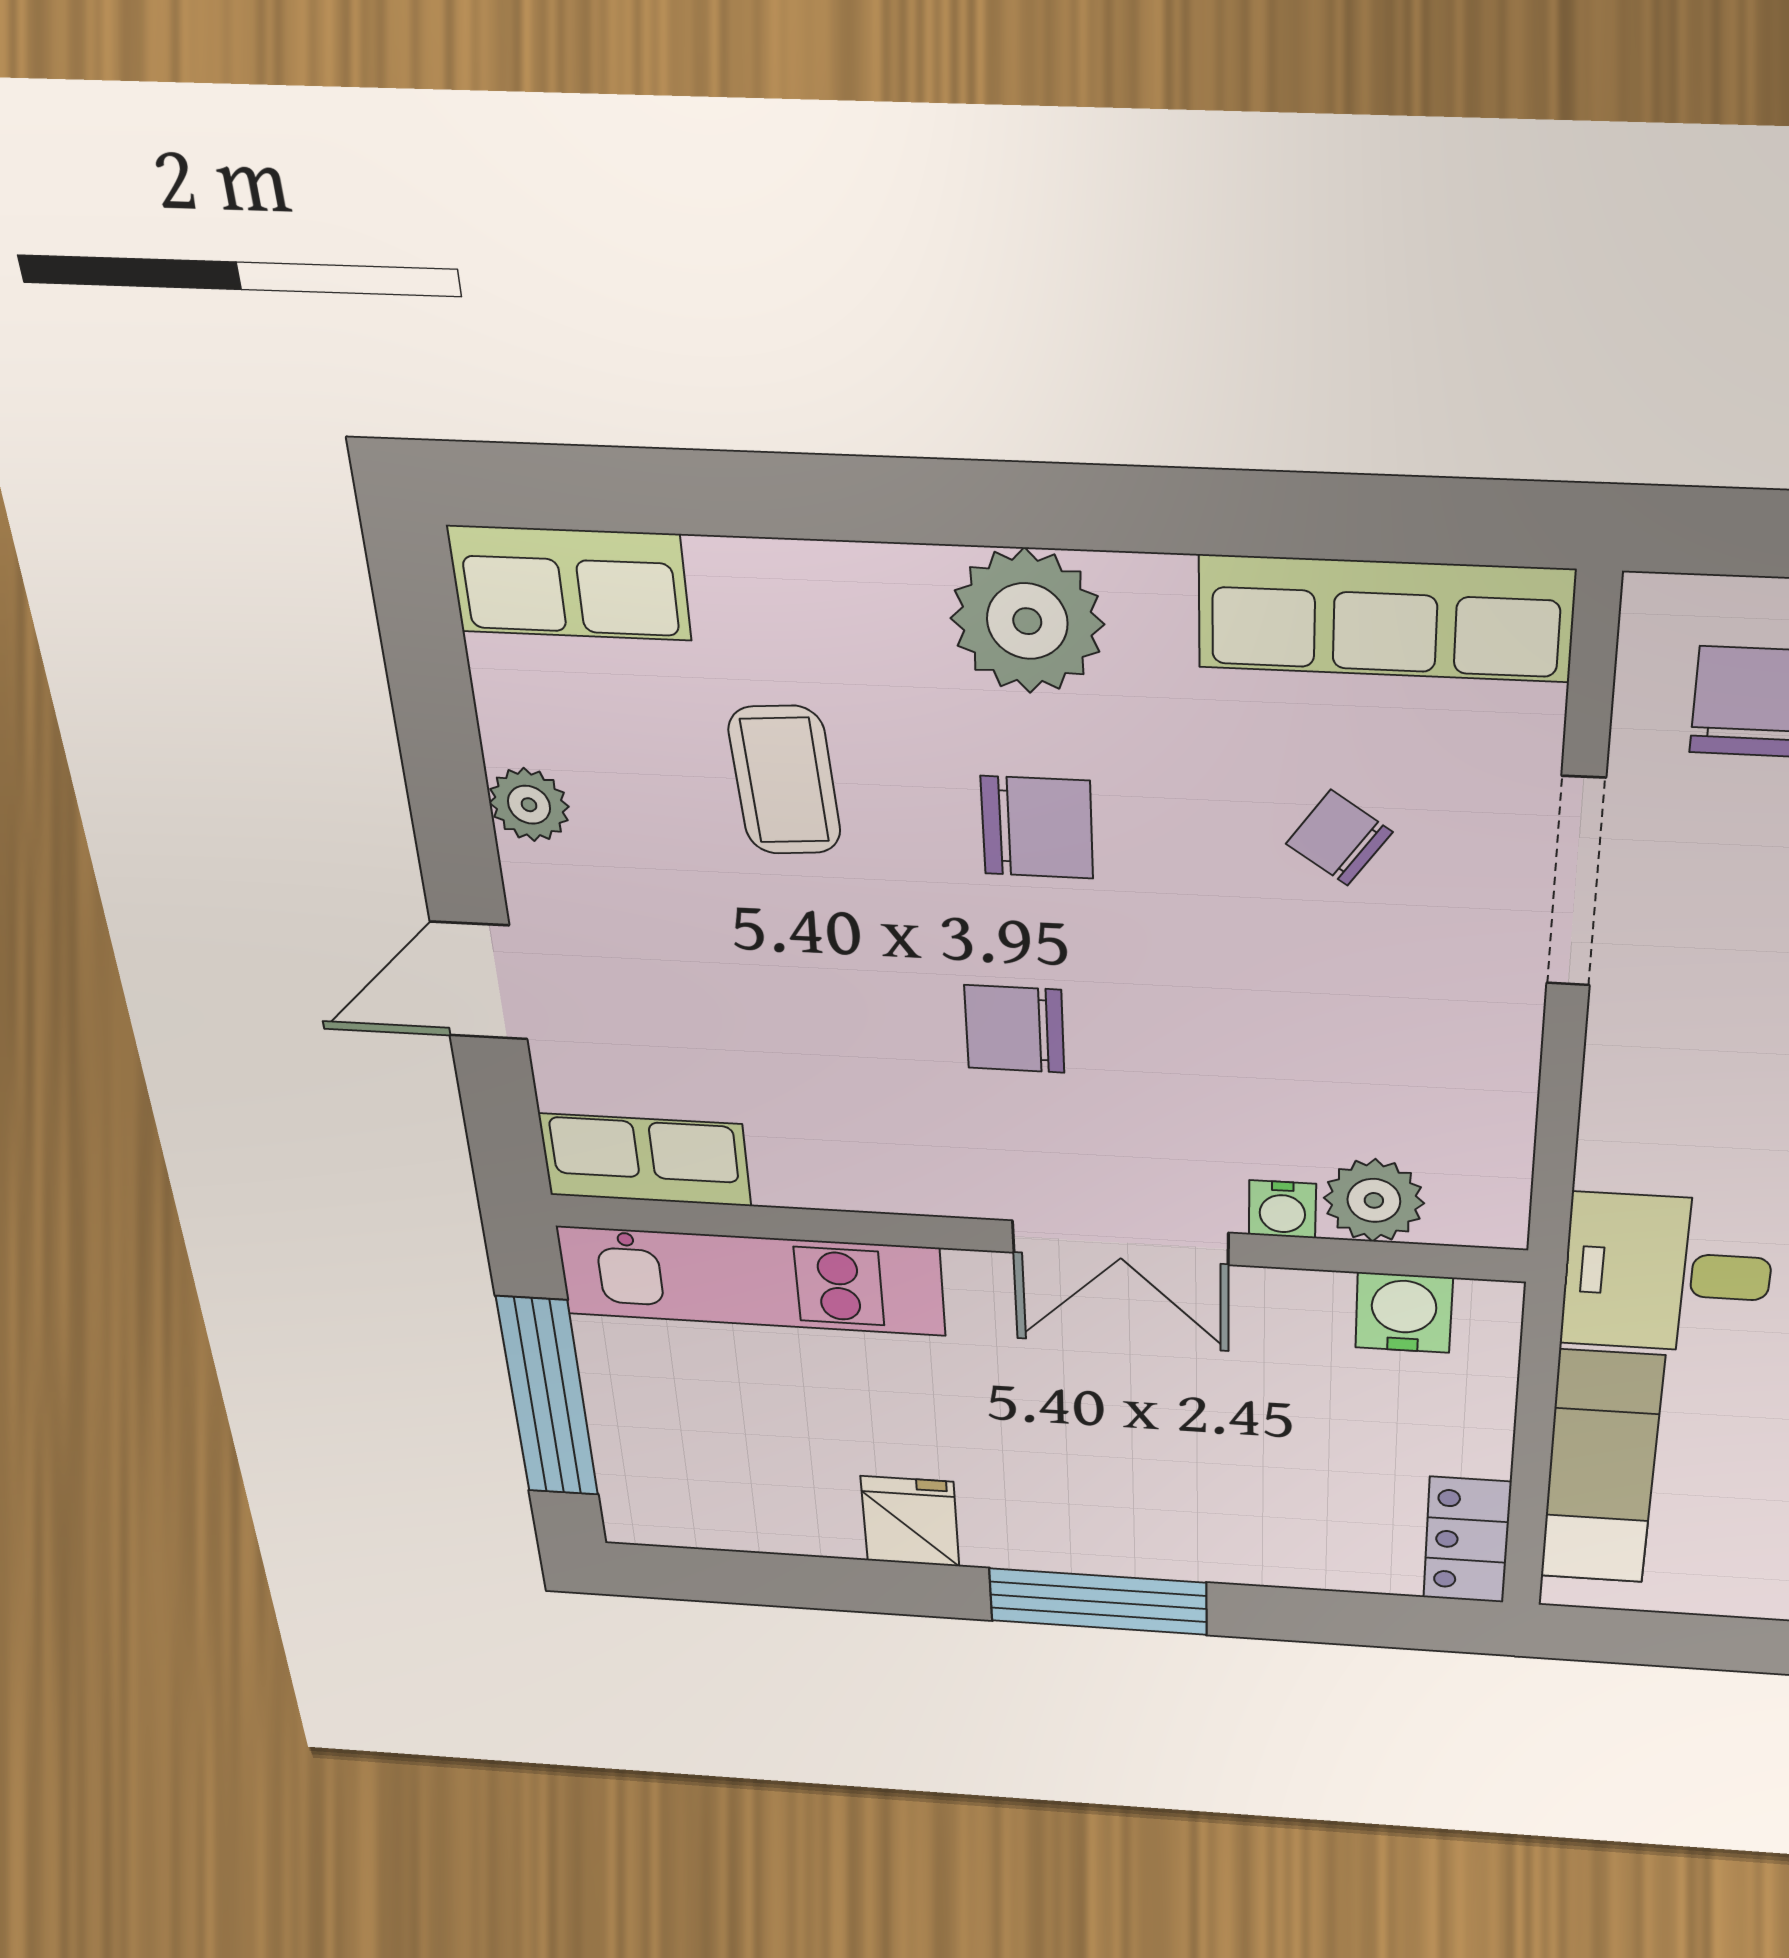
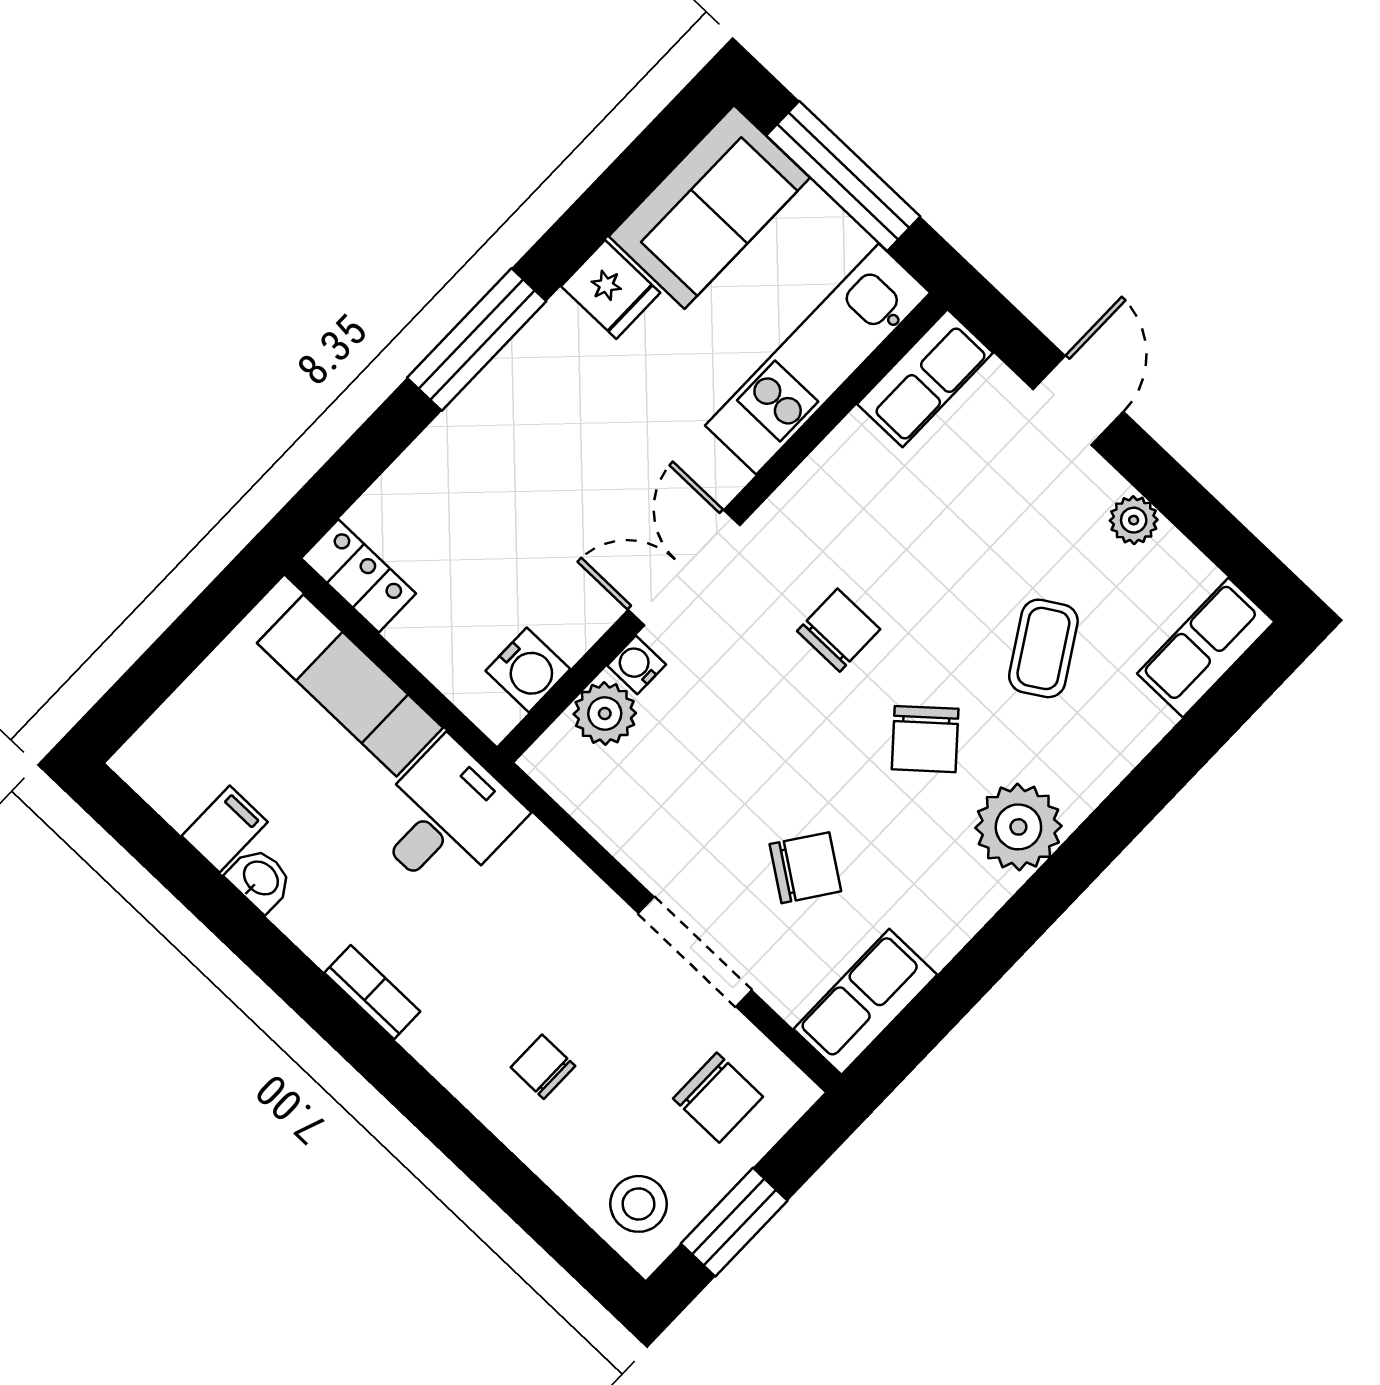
row of seats: (1385, 619) -> (865, 1002), width x0.68
coffee table: (785, 780) -> (1043, 648), turned 62
chair: (1037, 827) -> (925, 739), turned -41
chair: (1339, 838) -> (805, 868), width x1.37, depth x1.37
sofa: (726, 1494) -> (709, 207), added

